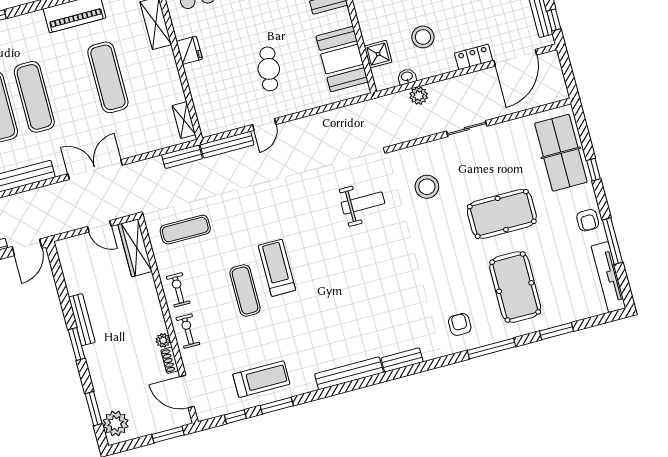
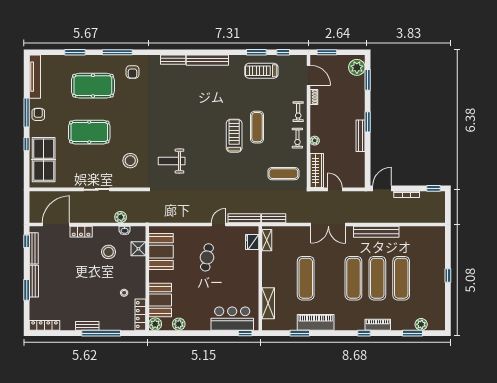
fridge: (189, 50) -> (252, 242), moved
window: (613, 241) -> (27, 113), moved
treadmill: (277, 268) -> (234, 136), turned 180
pool table: (515, 287) -> (93, 86), turned 90
plant: (163, 340) -> (315, 141), moved

